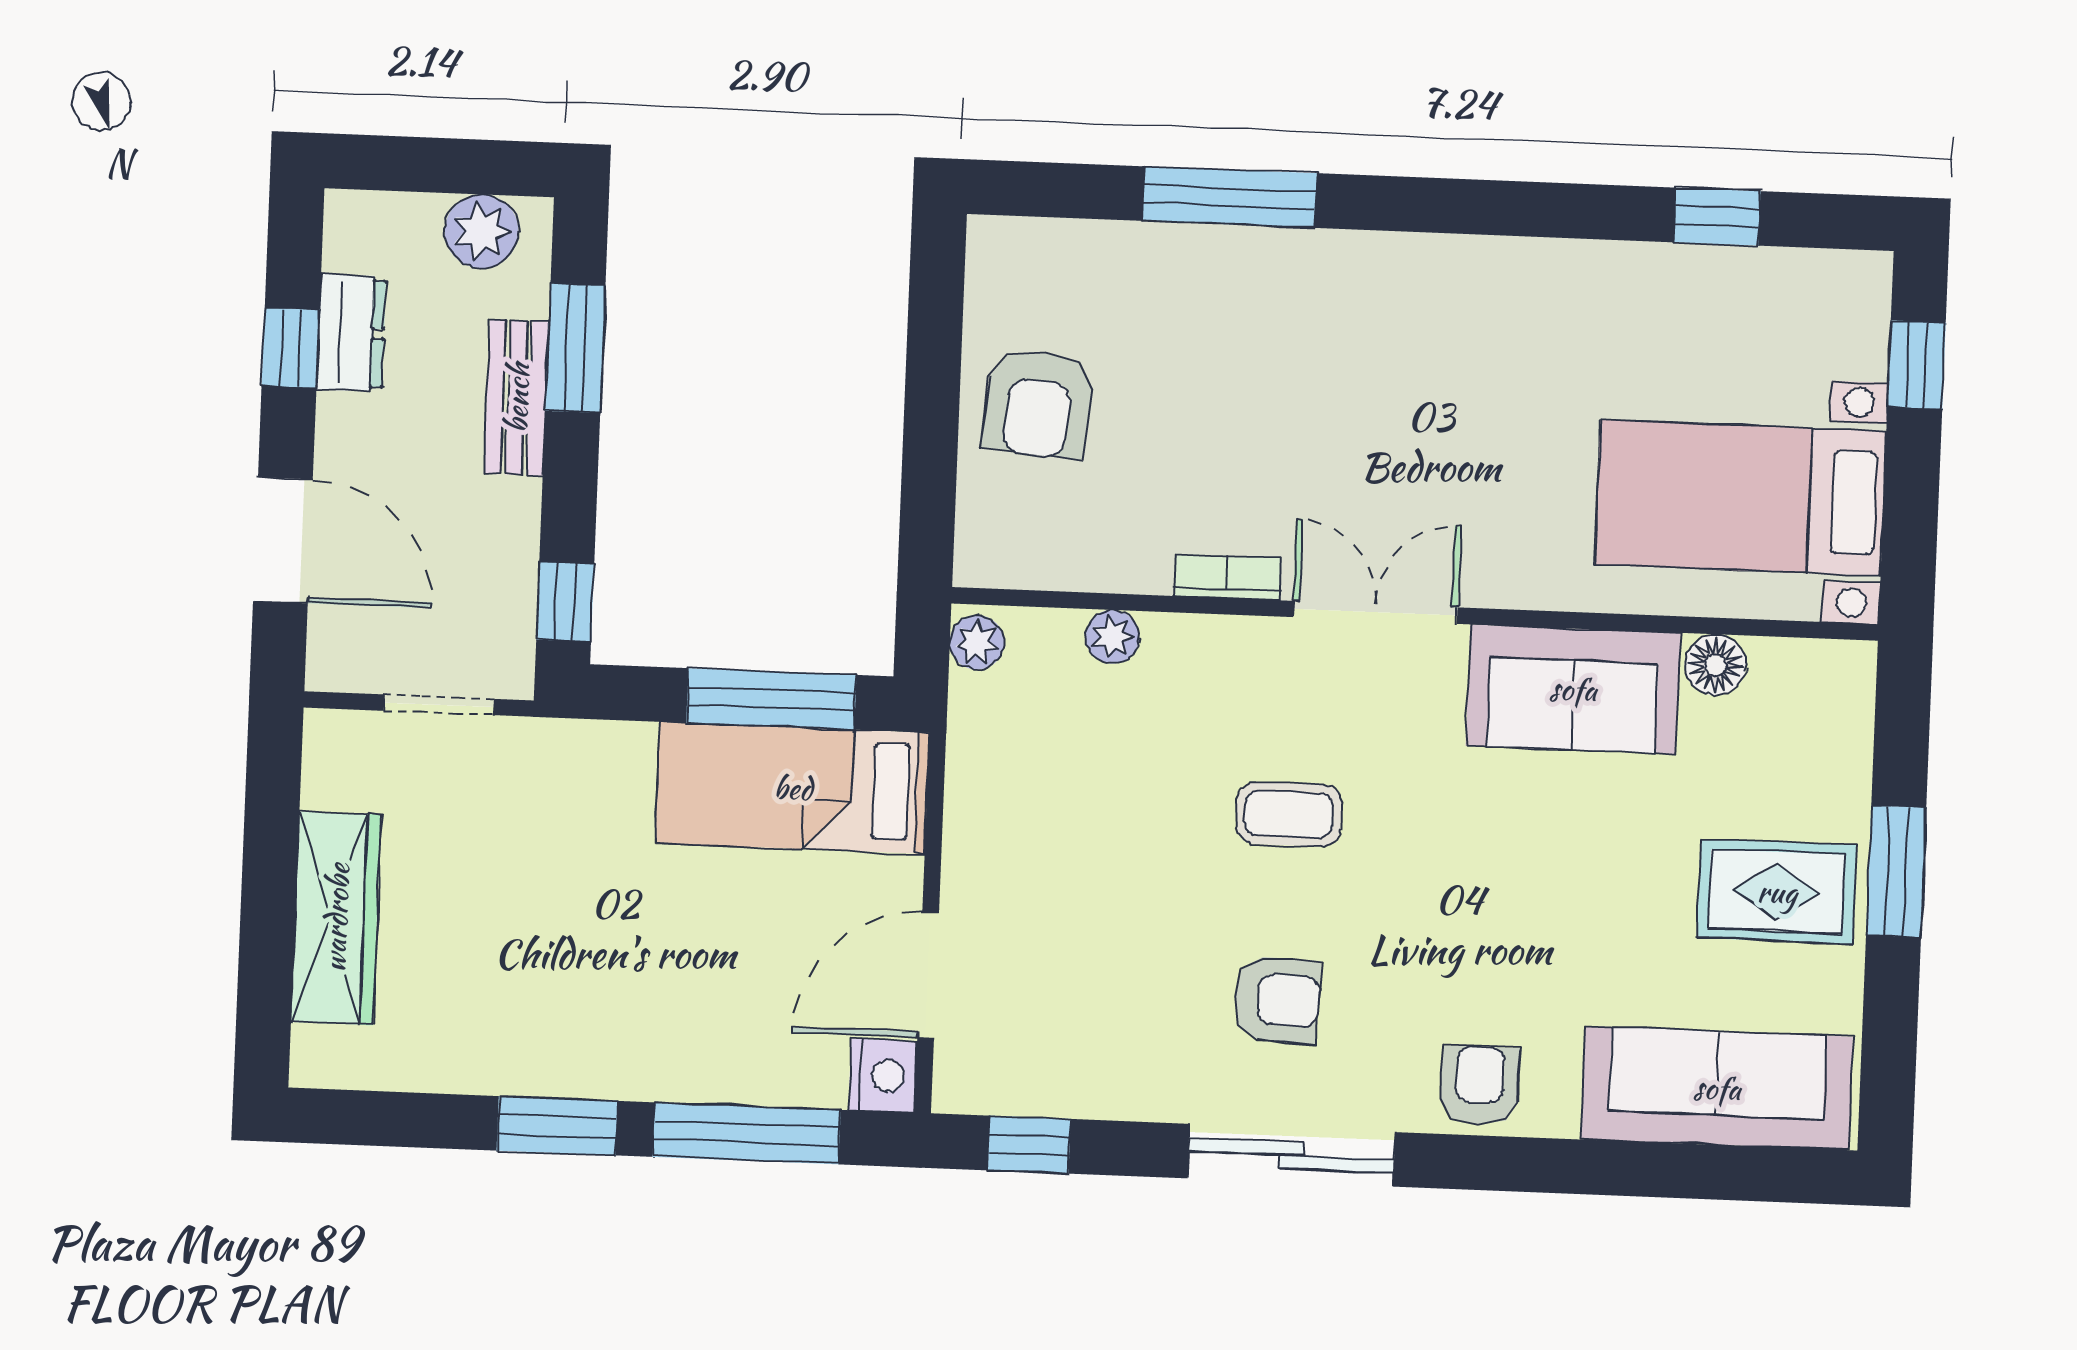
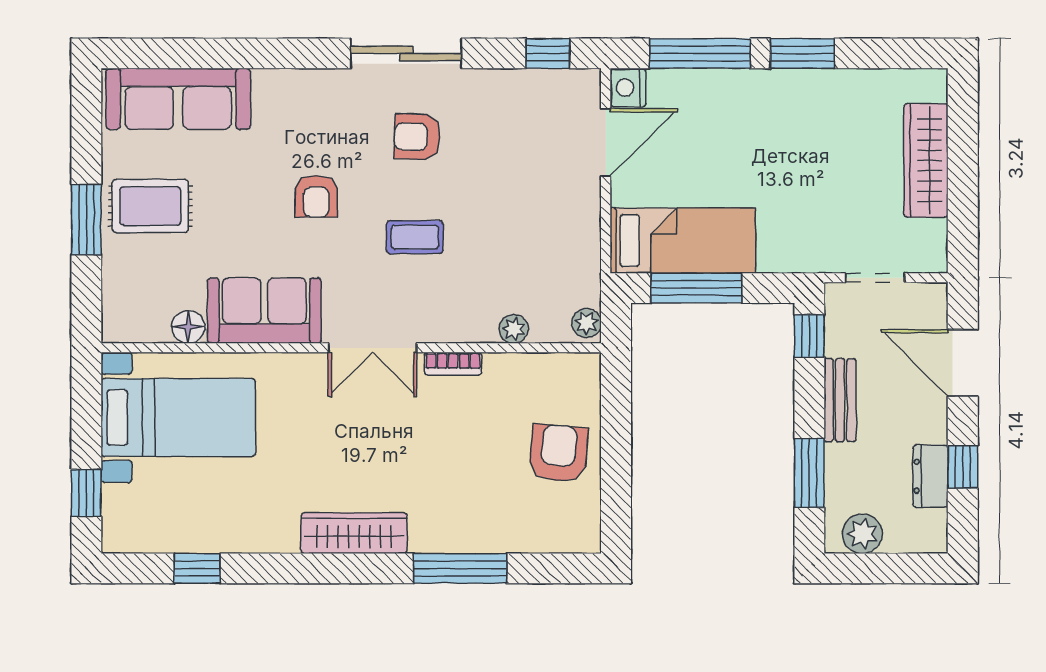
wardrobe: (1423, 270) -> (354, 533), added
bench: (517, 398) -> (840, 400), moved
armchair: (1480, 1085) -> (316, 196), moved

